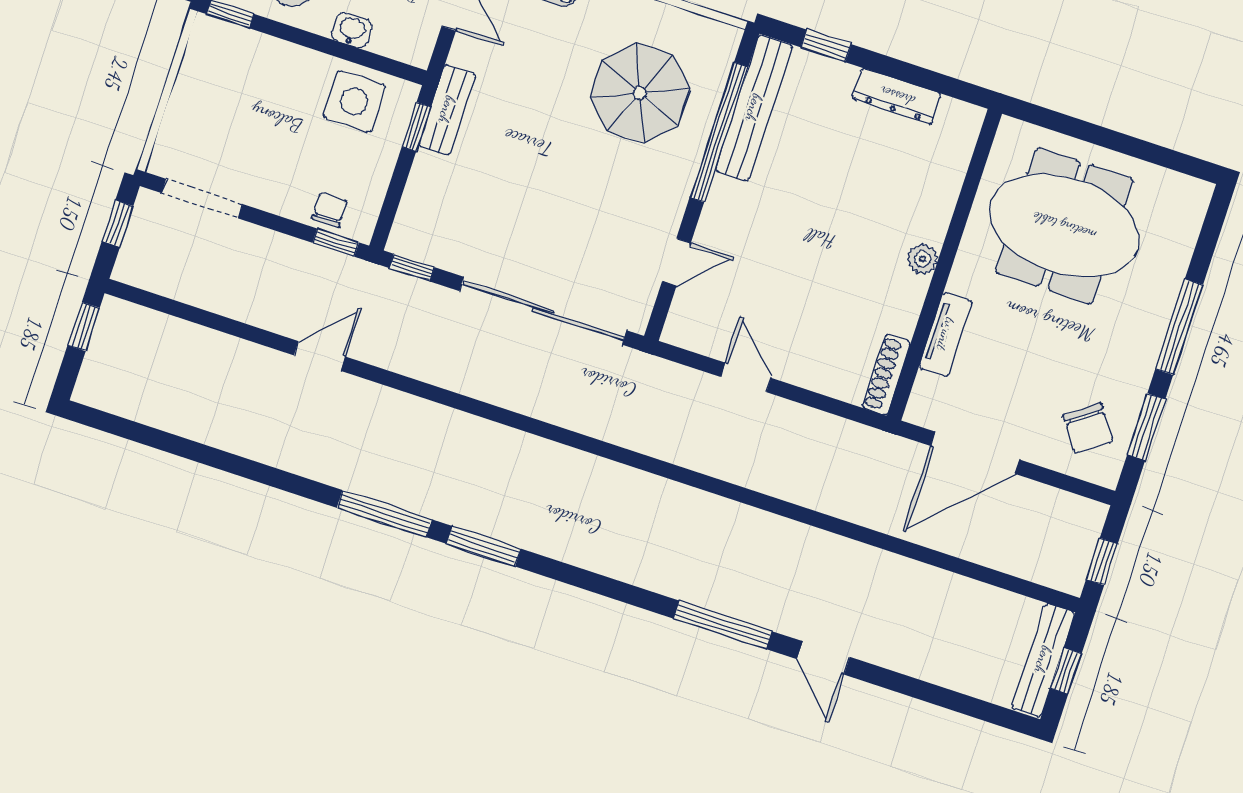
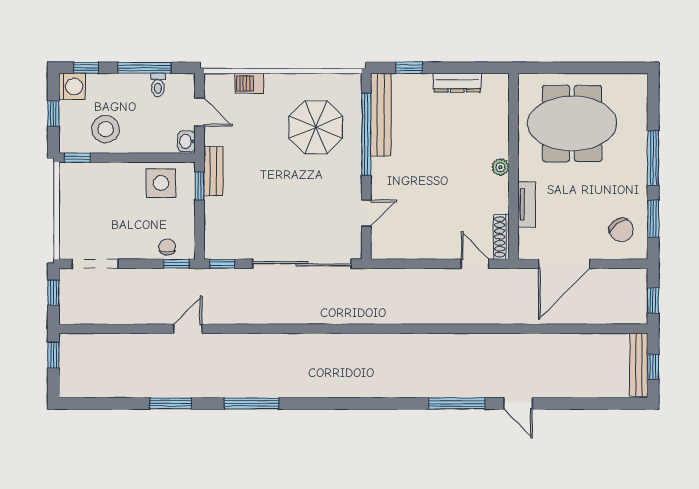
washbasin: (352, 30) -> (187, 141), moved, turned -90
door: (746, 377) -> (475, 264), moved
window: (484, 546) -> (171, 403), moved

